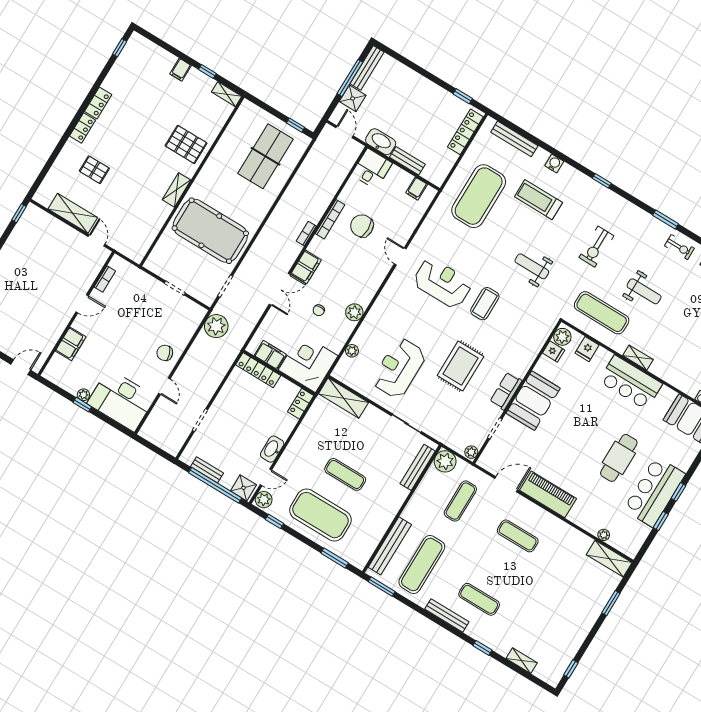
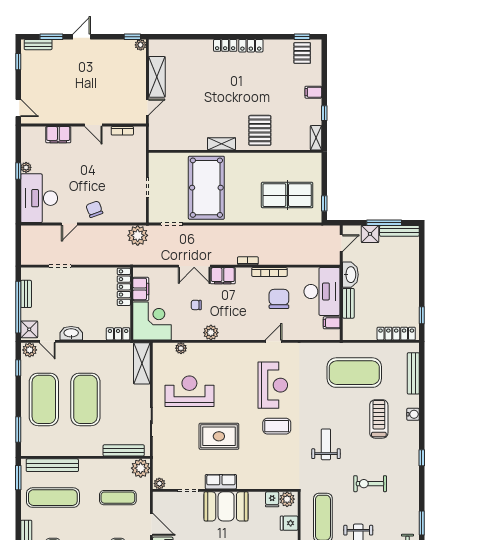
desk: (372, 169) -> (322, 291), width x1.87, depth x1.30
pallet: (94, 170) -> (302, 53), moved
plant: (32, 210) -> (141, 45), added
exercise mat: (345, 474) -> (85, 399), width x2.00, depth x1.45

